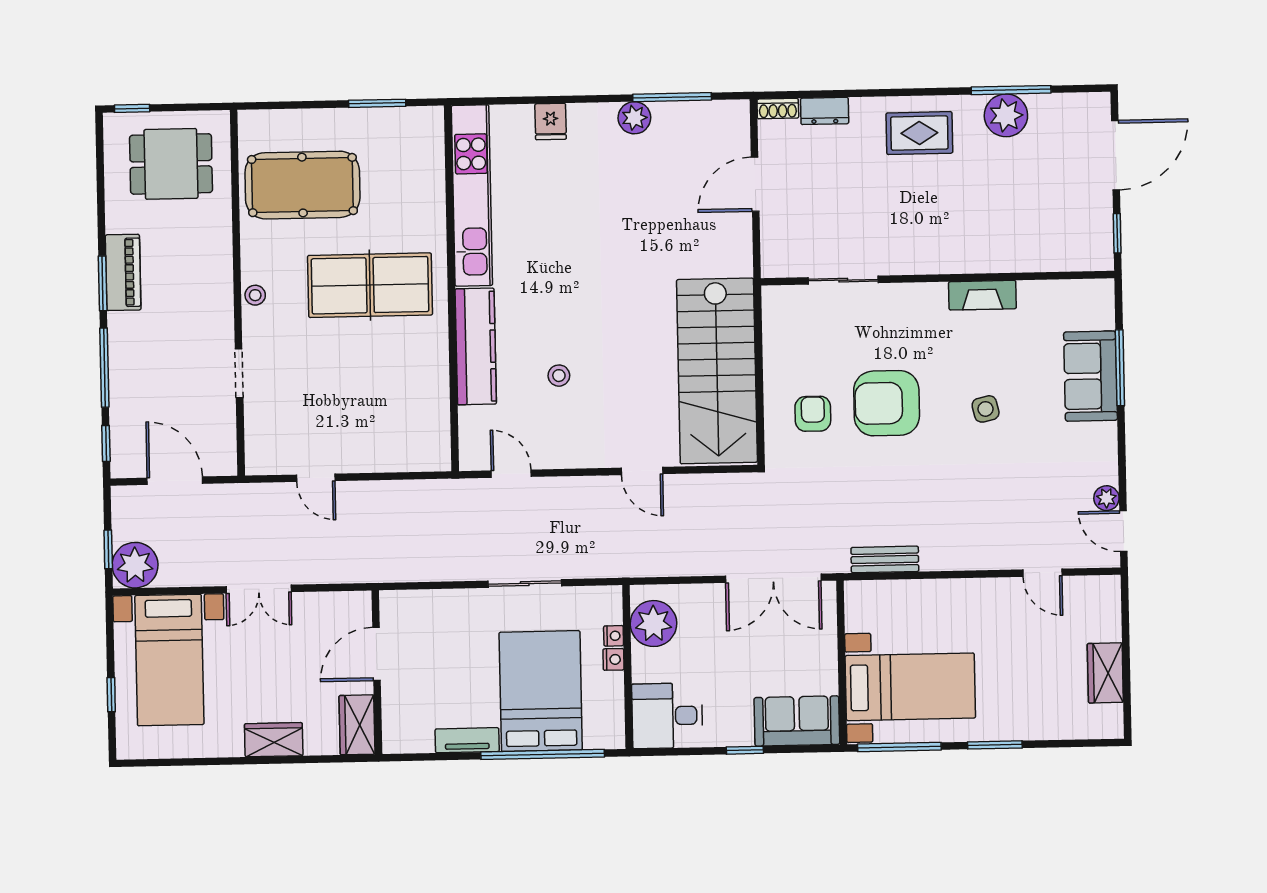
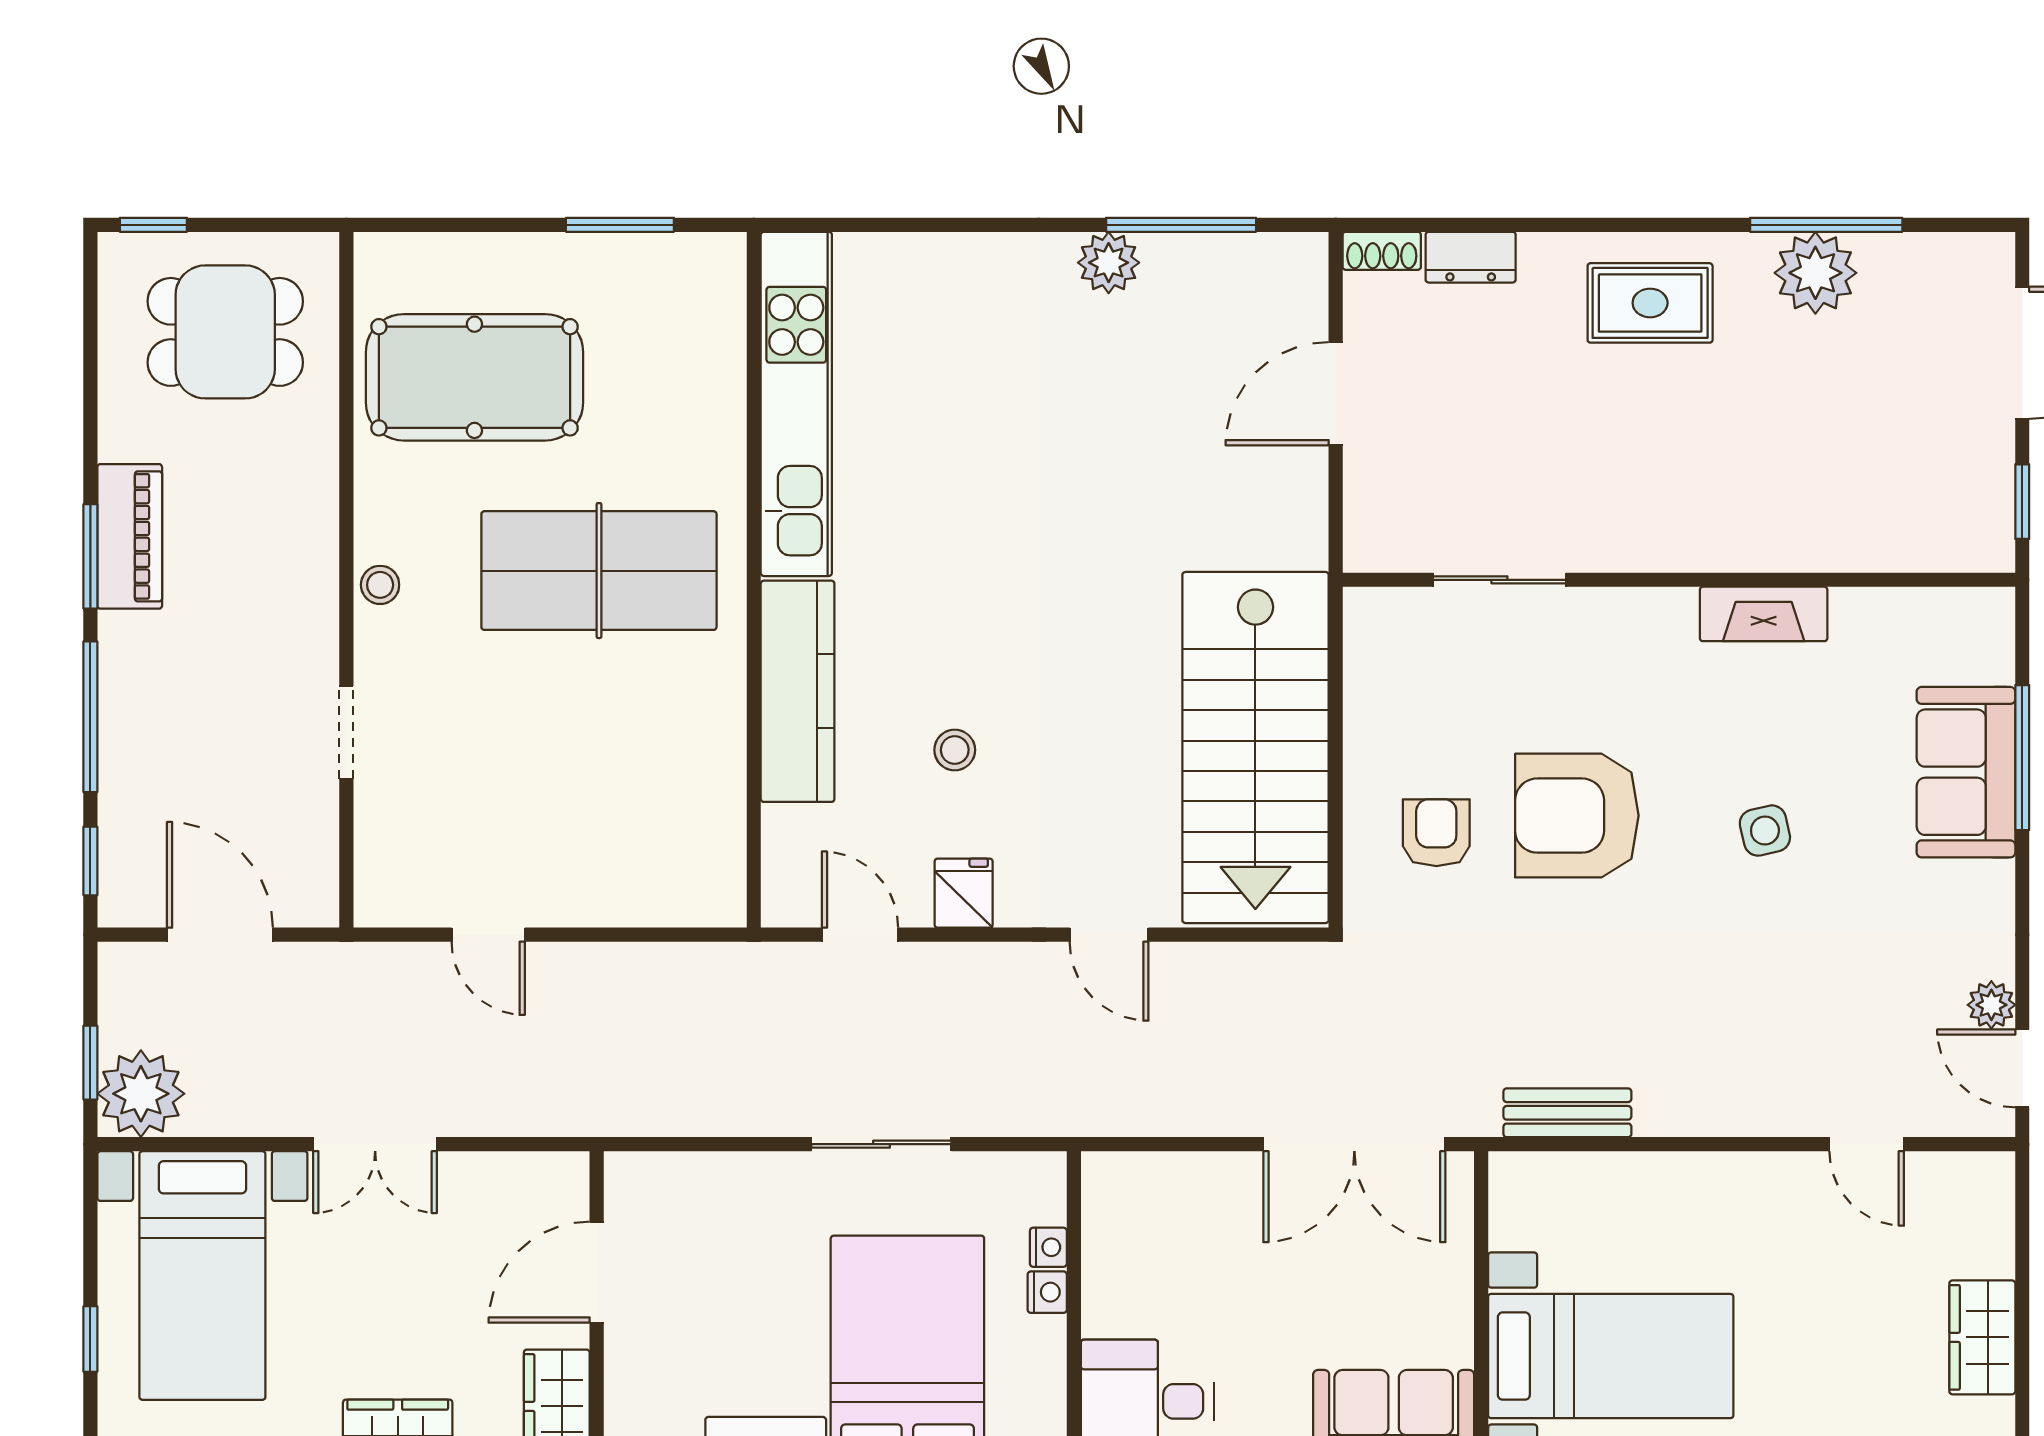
fridge: (551, 122) -> (964, 893), moved, turned 180
plant: (653, 624) -> (1125, 1225), removed

